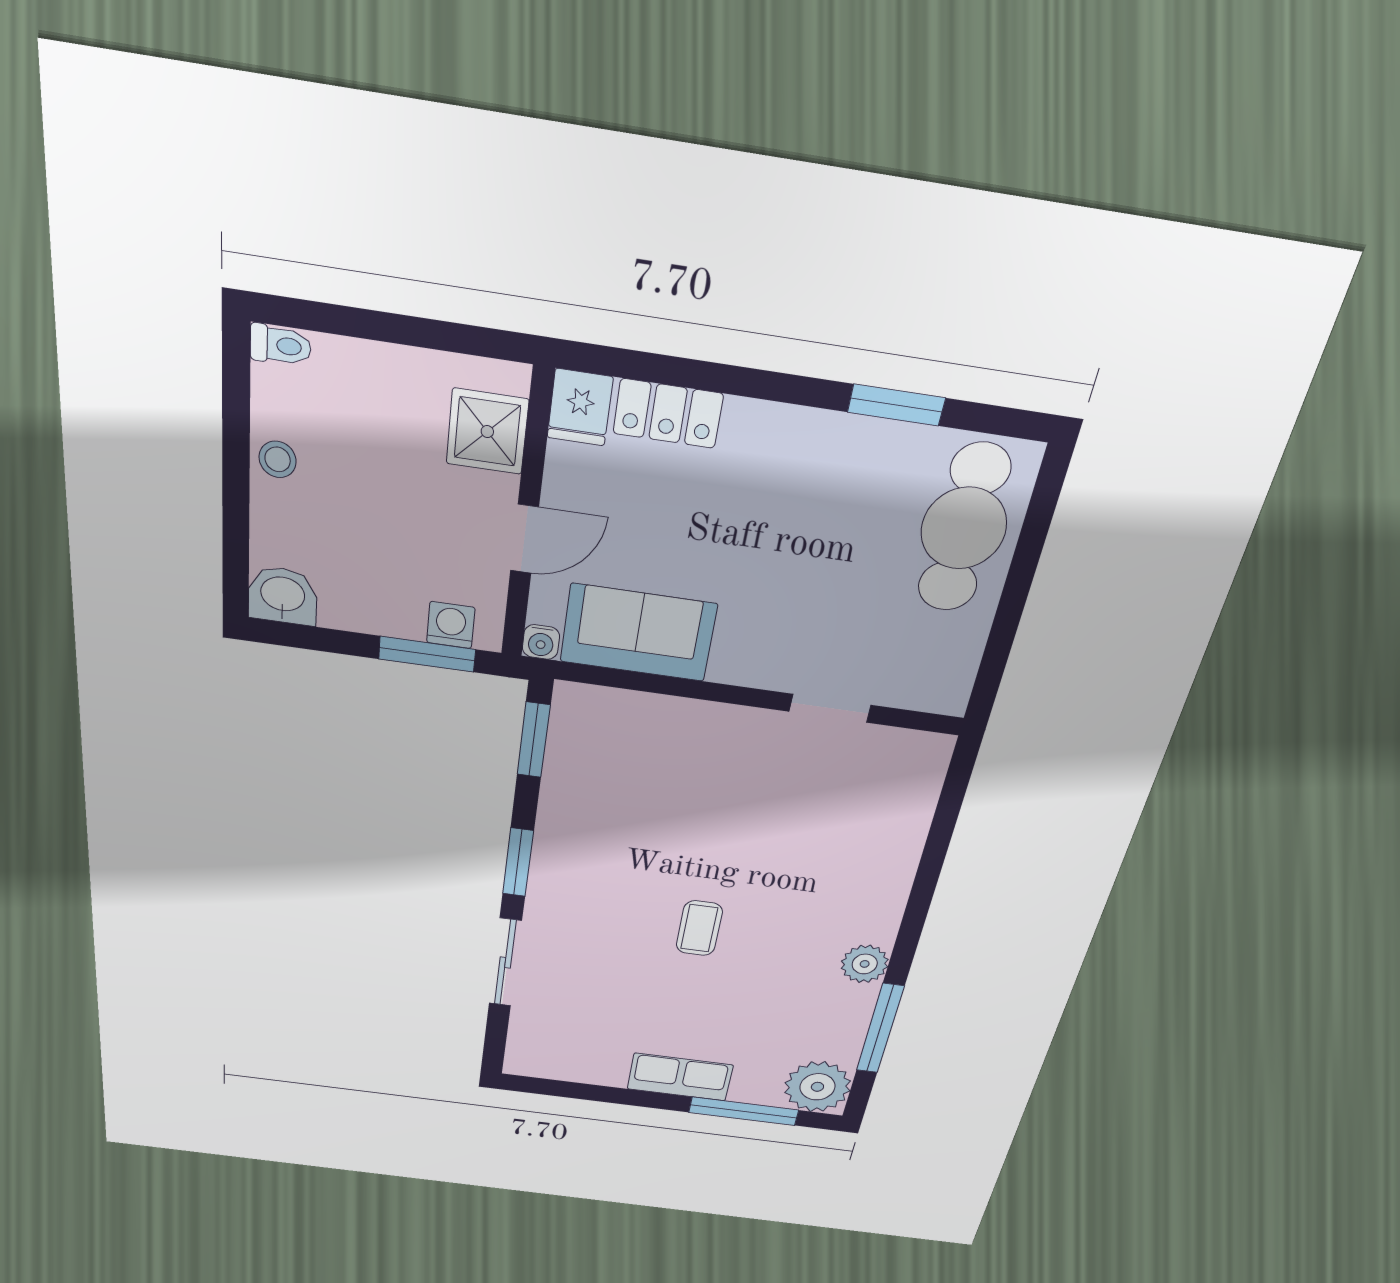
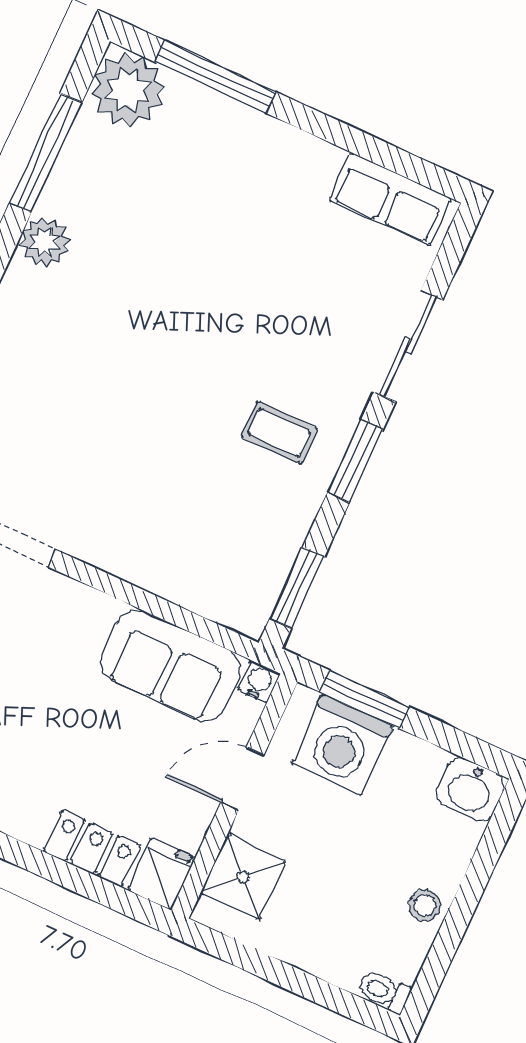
washing machine: (451, 625) -> (342, 745), width x1.89, depth x1.89
coffee table: (699, 928) -> (279, 433), moved, turned 90
row of seats: (680, 1077) -> (390, 199), moved

